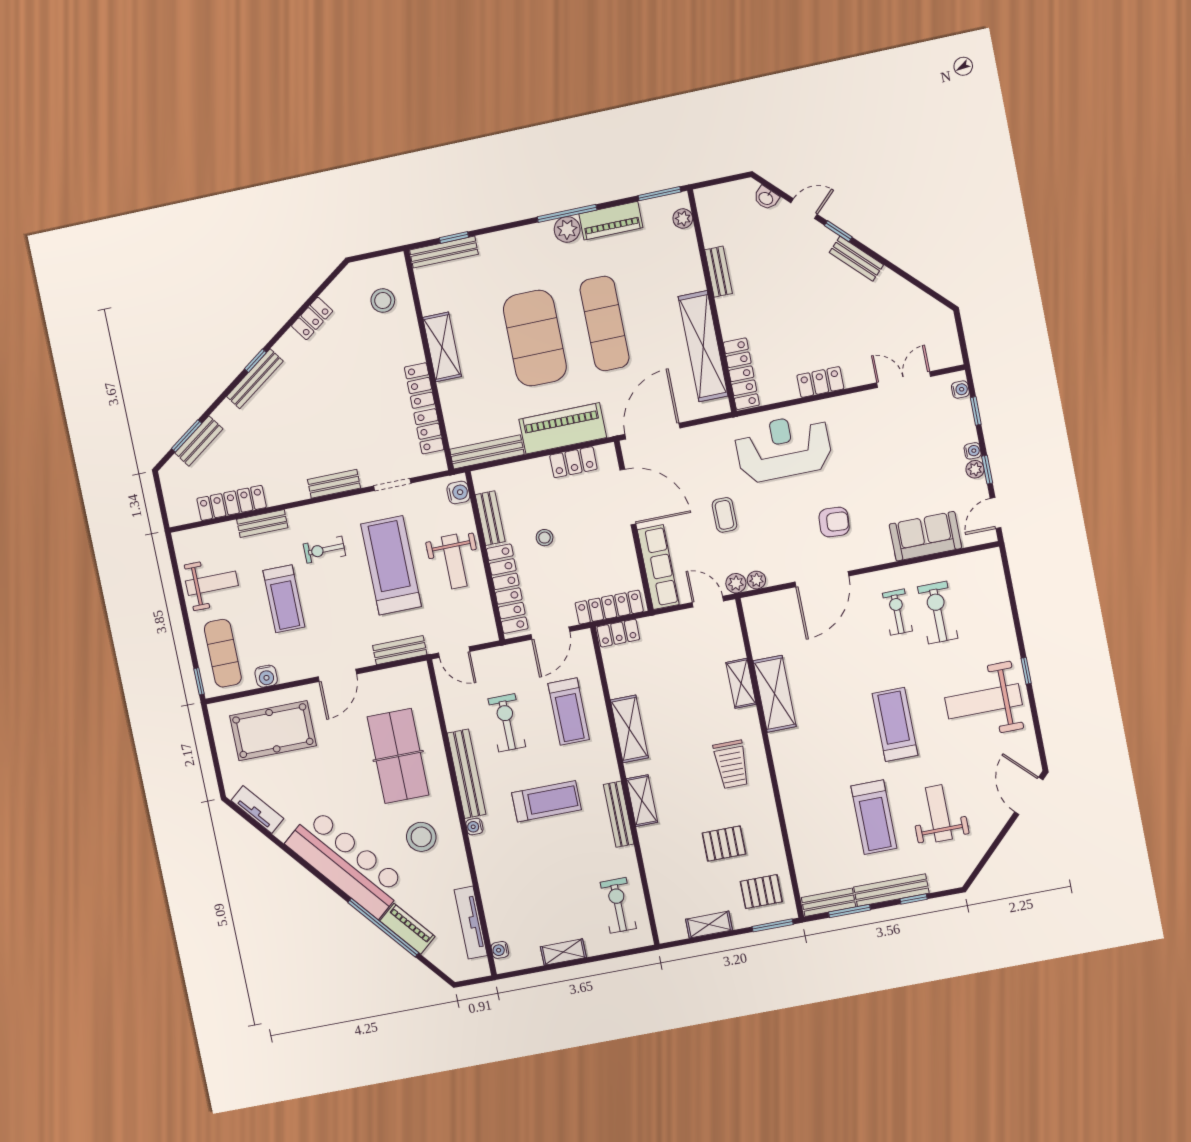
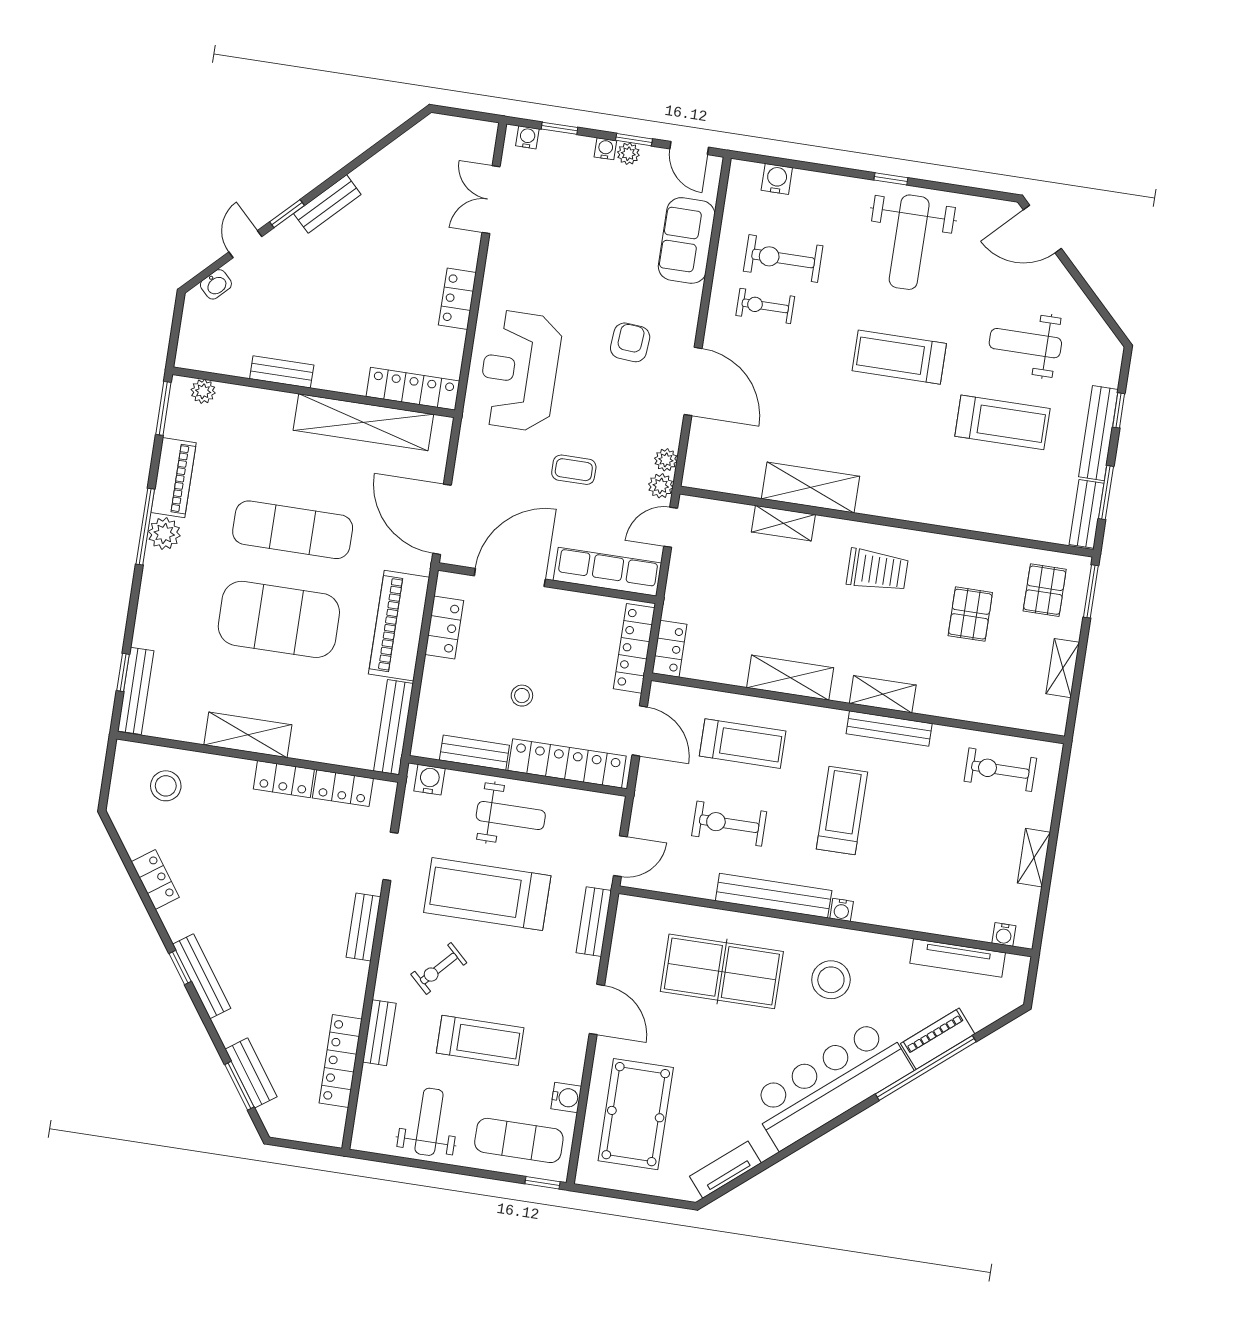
exercise bike: (324, 550) -> (439, 969), turned 43
water cooler: (996, 586) -> (777, 179), added

